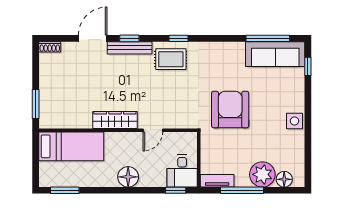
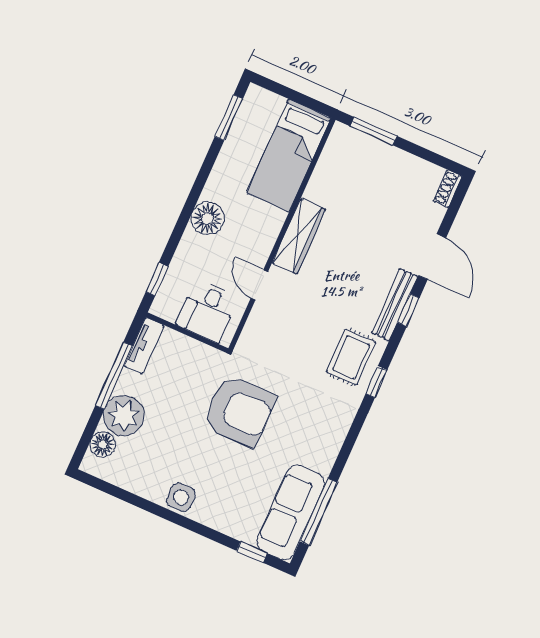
desk: (182, 171) -> (208, 311), moved, turned -90

